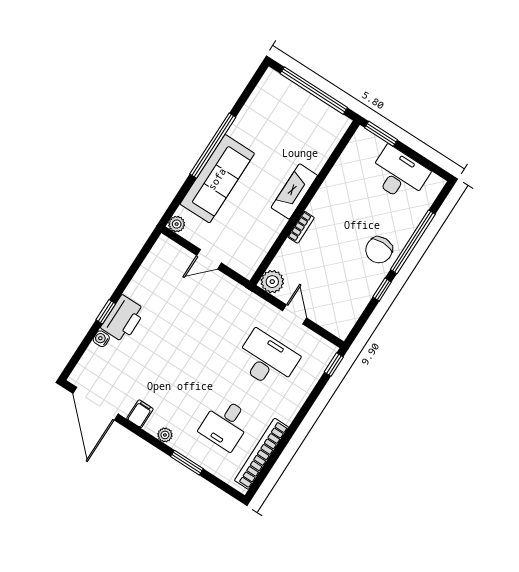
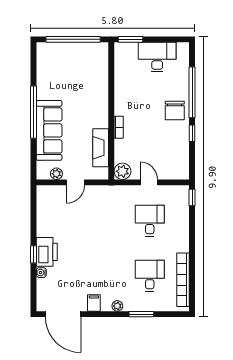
fireplace: (294, 191) -> (101, 148), moved
plant: (177, 224) -> (56, 174), moved
desk: (267, 360) -> (150, 221), width x0.73
desk: (225, 424) -> (150, 276), turned 180

